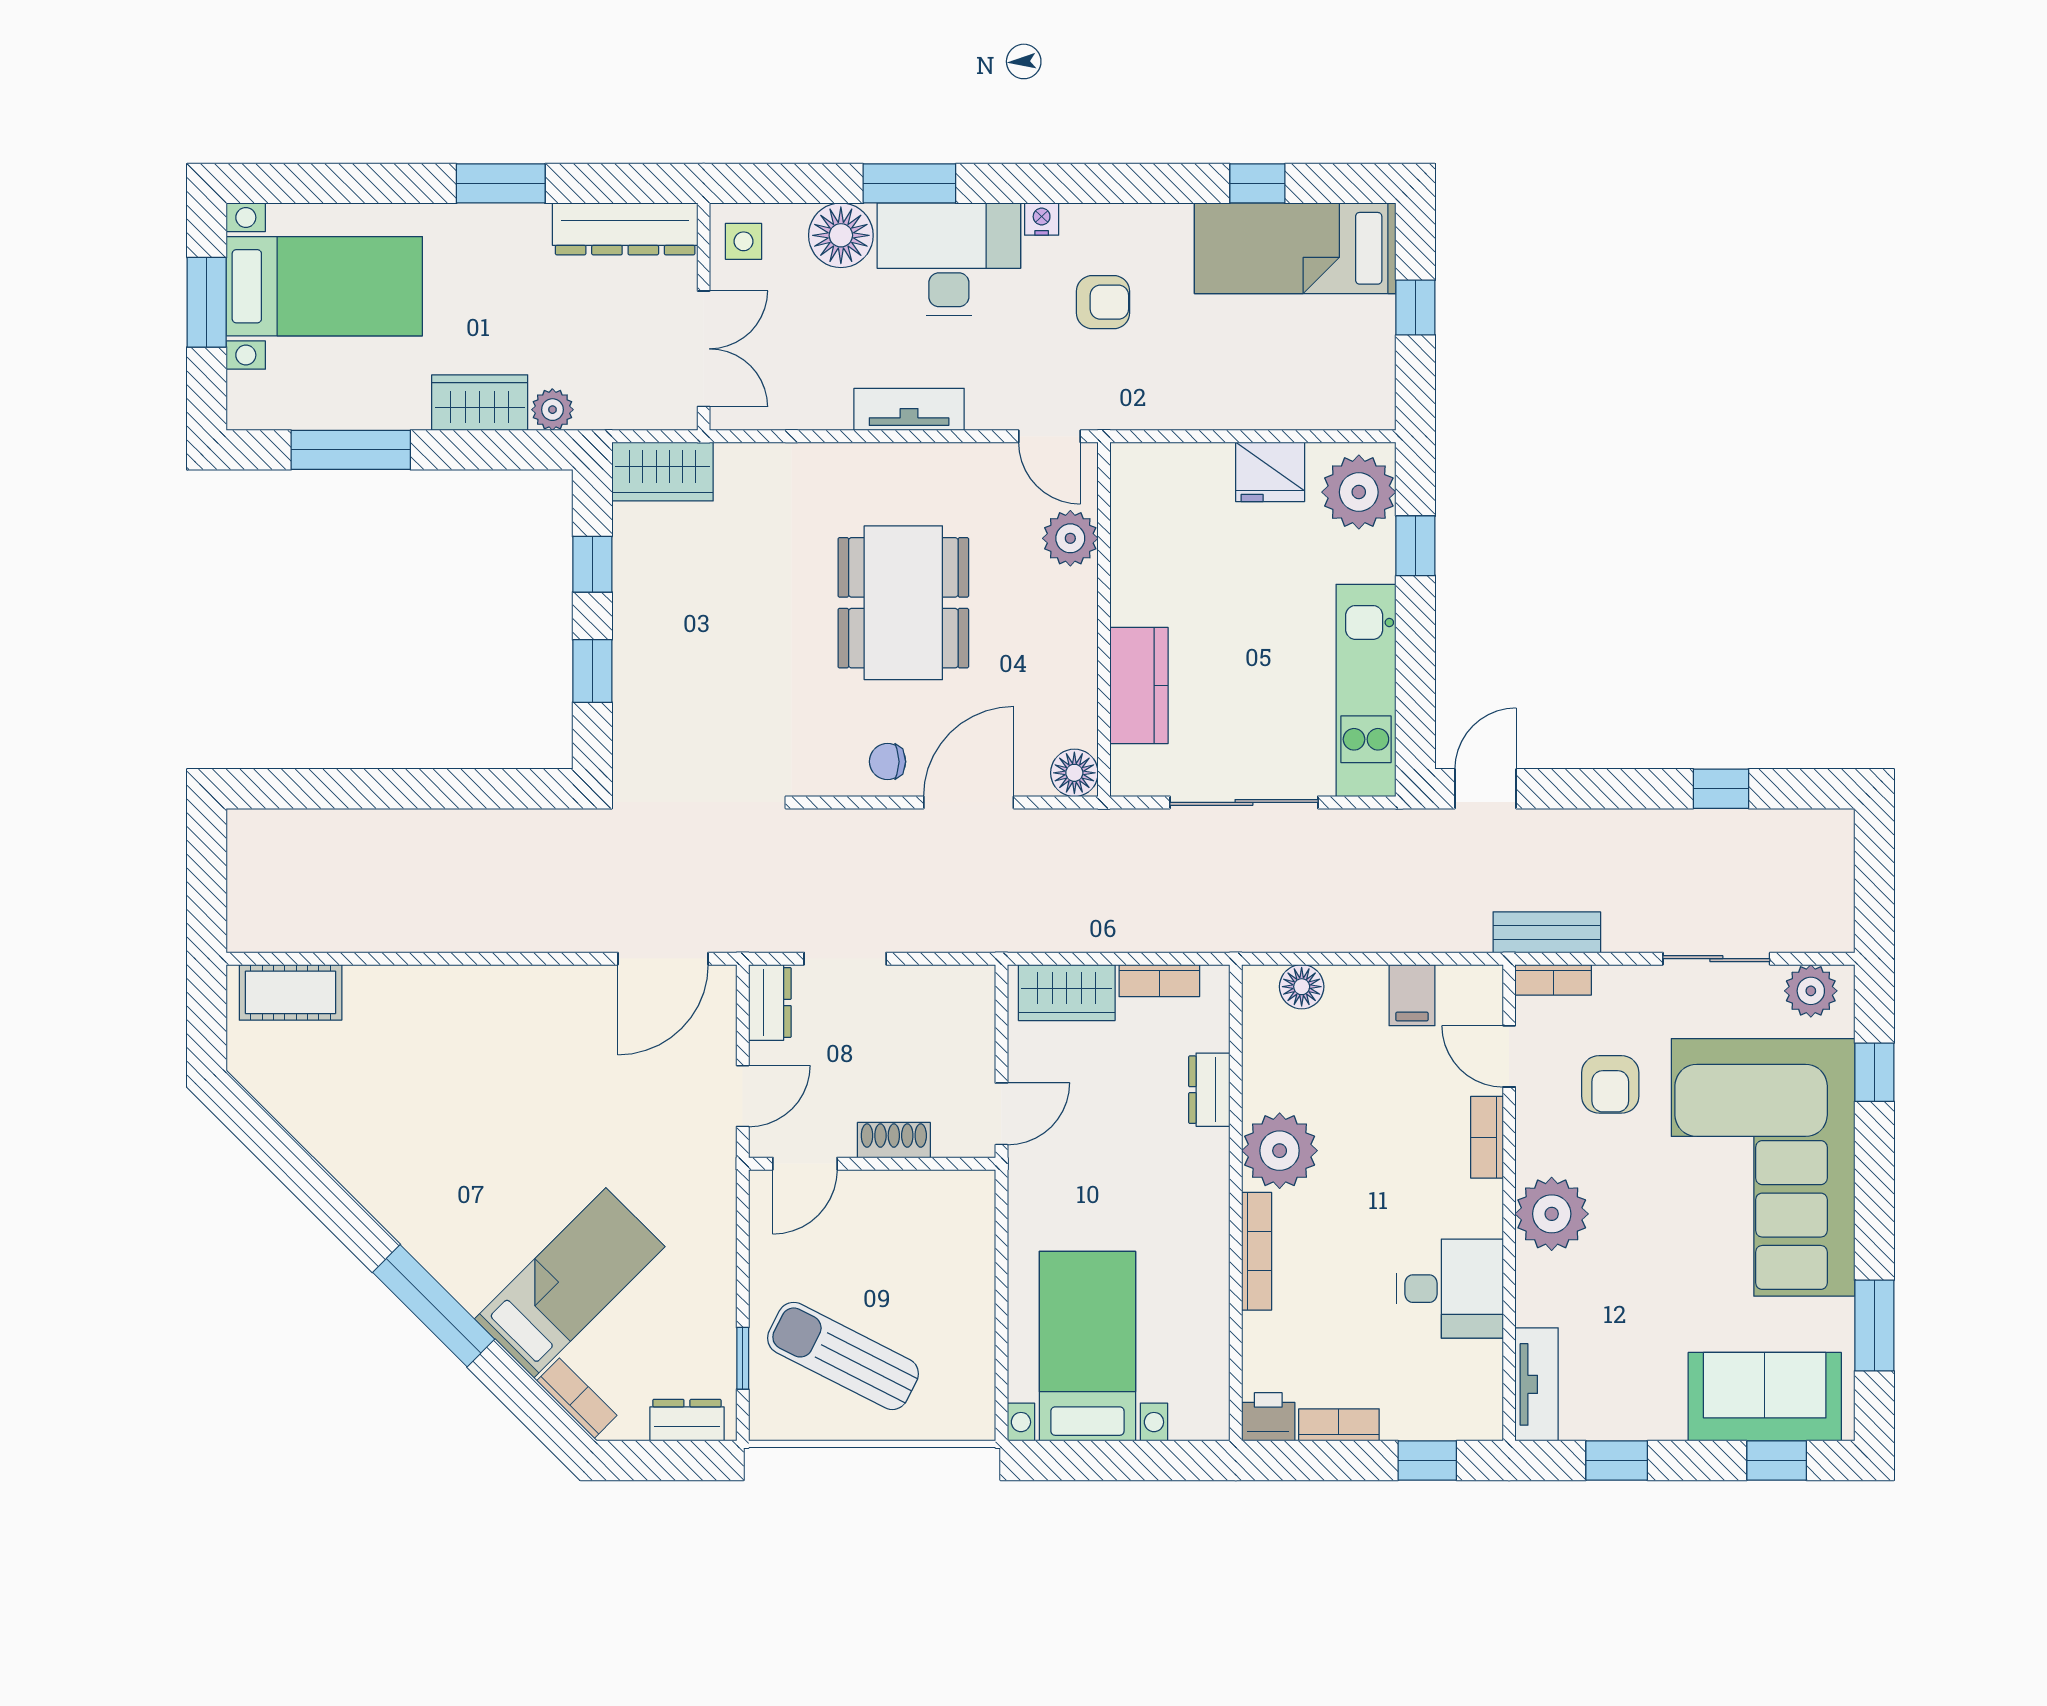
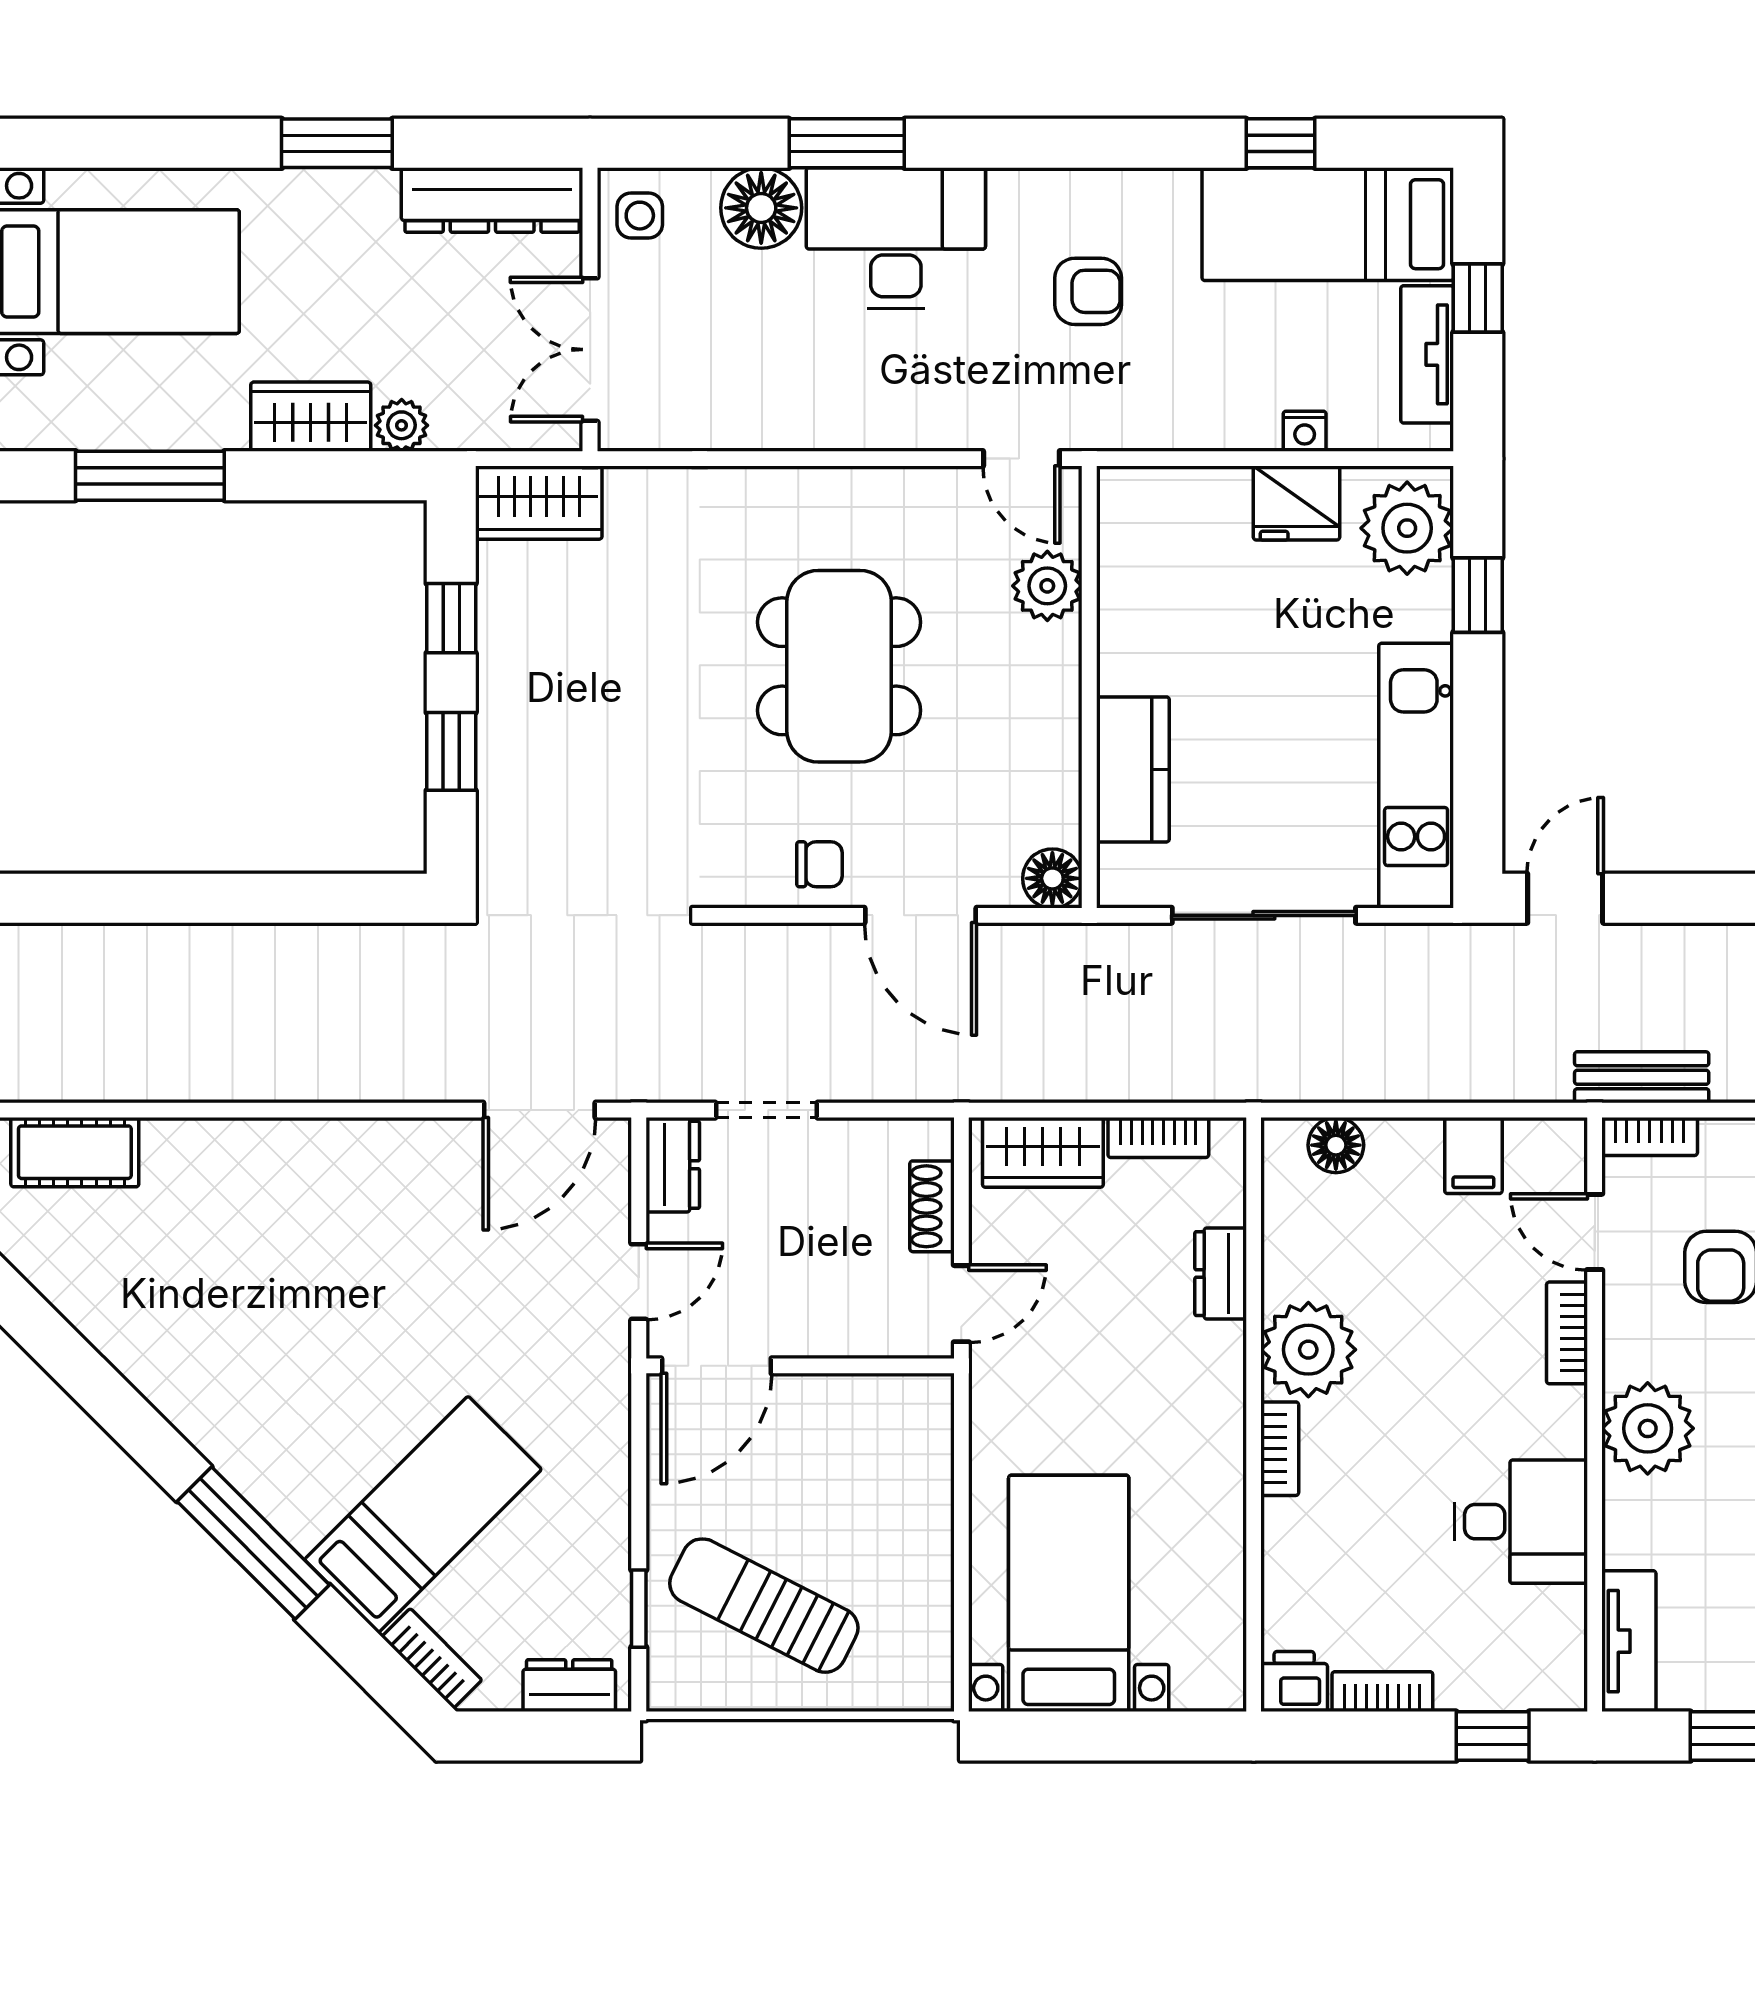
nightstand: (1042, 219) -> (1305, 431), moved, turned 180
double door: (704, 349) -> (590, 350), swing flipped
tv unit: (909, 409) -> (1427, 354), moved, turned -90
chair: (888, 762) -> (819, 864), turned 180
door: (969, 802) -> (921, 915), swing flipped
shoe rack: (894, 1140) -> (932, 1206), moved, turned -90
door: (805, 1164) -> (716, 1366), width x1.38
bookcase: (1257, 1251) -> (1280, 1449), width x0.64

